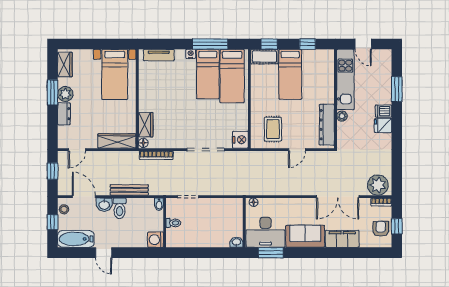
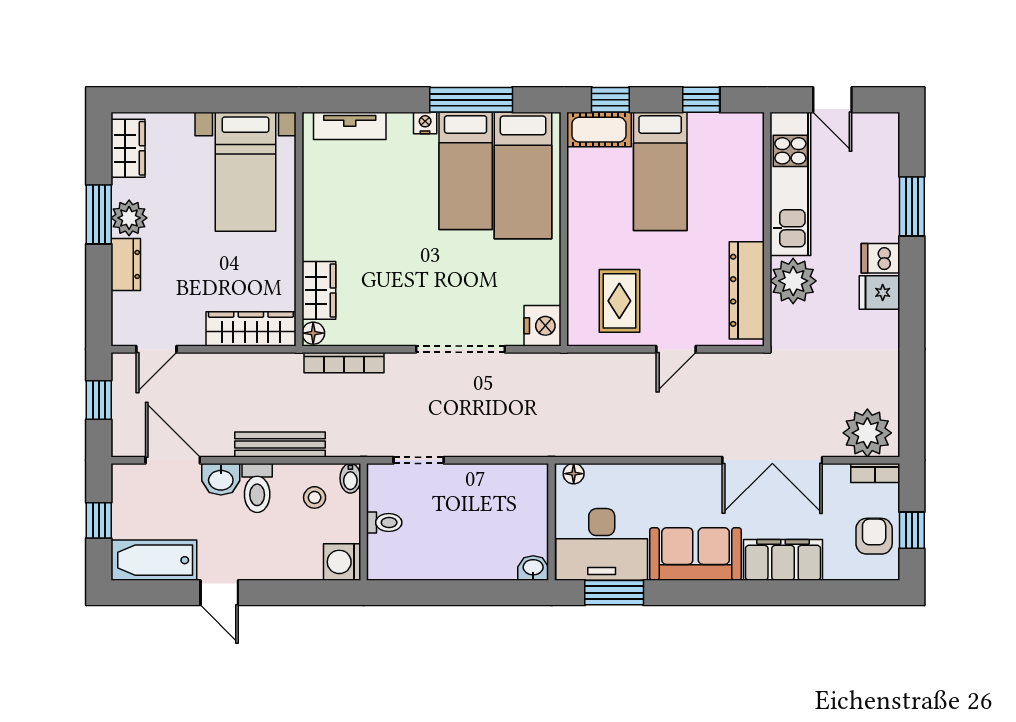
plant: (342, 116) -> (793, 281), width x1.88, depth x1.88
stool: (64, 209) -> (315, 497), moved

